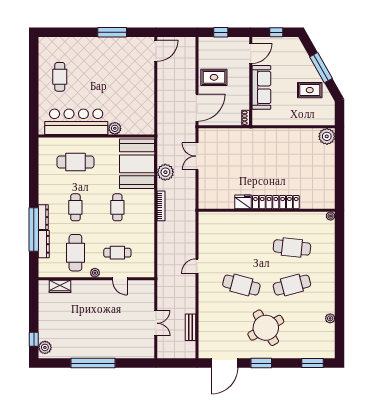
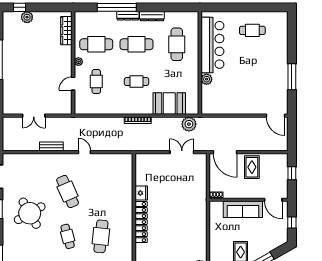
booth: (137, 164) -> (169, 104), width x0.73, depth x0.70
plant: (165, 172) -> (189, 124), moved
cafe table: (75, 207) -> (136, 44), width x1.37, depth x1.35
dresser: (44, 244) -> (152, 16), moved
cafe table: (241, 285) -> (68, 192), turned -39
cafe table: (292, 285) -> (68, 236), width x0.73, depth x0.74
wardrobe: (60, 286) -> (66, 31), width x1.50
bench: (191, 327) -> (51, 146), moved
plant: (45, 347) -> (27, 17), moved

